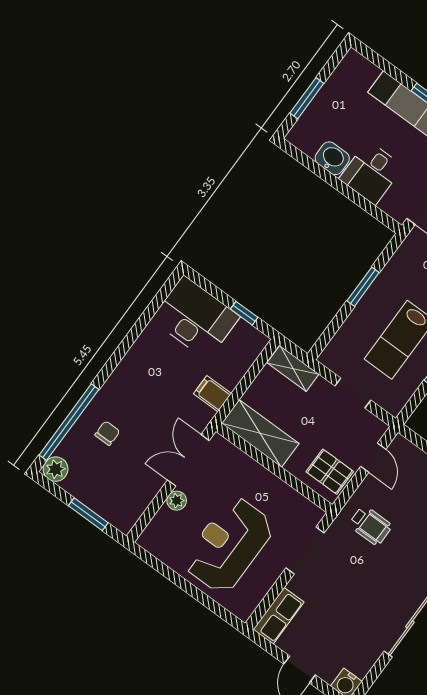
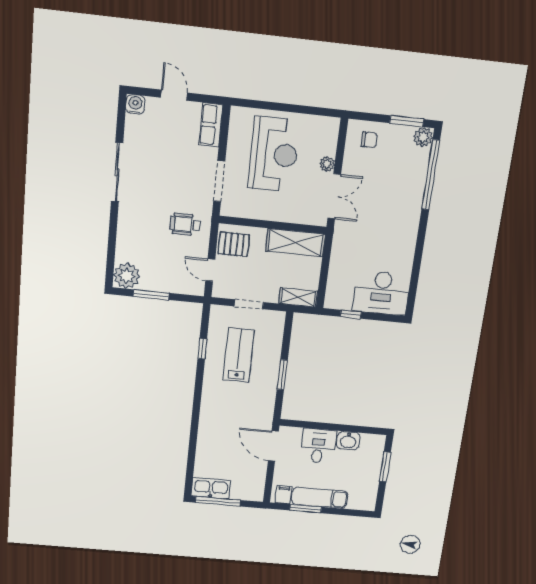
filing cabinet: (212, 394) -> (343, 250), removed
chair: (107, 433) -> (369, 140), moved, turned -90
window: (88, 514) -> (407, 121), moved

